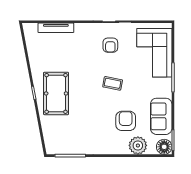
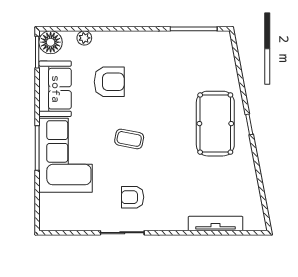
armchair: (110, 45) -> (133, 197), turned -90
corner sofa: (154, 53) -> (65, 155), moved
armchair: (126, 121) -> (109, 82), turned -90
plant: (138, 145) -> (84, 38), width x0.53, depth x0.53

